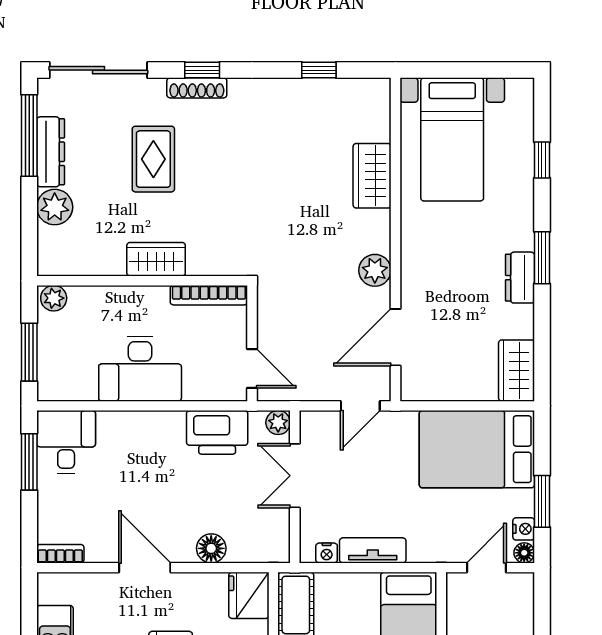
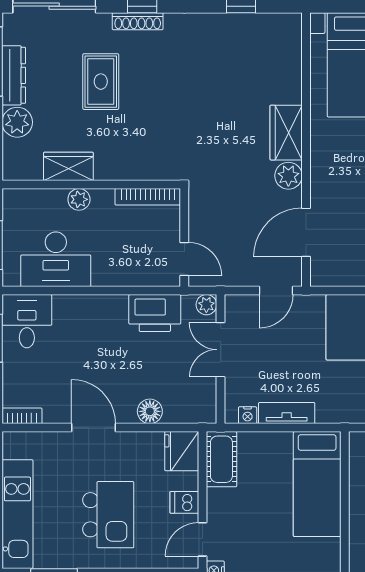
wardrobe: (372, 176) -> (286, 133), moved
wardrobe: (156, 259) -> (68, 166), moved
plant: (54, 298) -> (79, 199), moved
desk: (140, 369) -> (56, 259), moved

